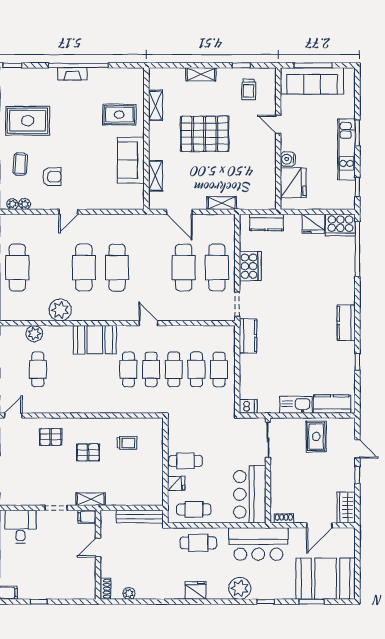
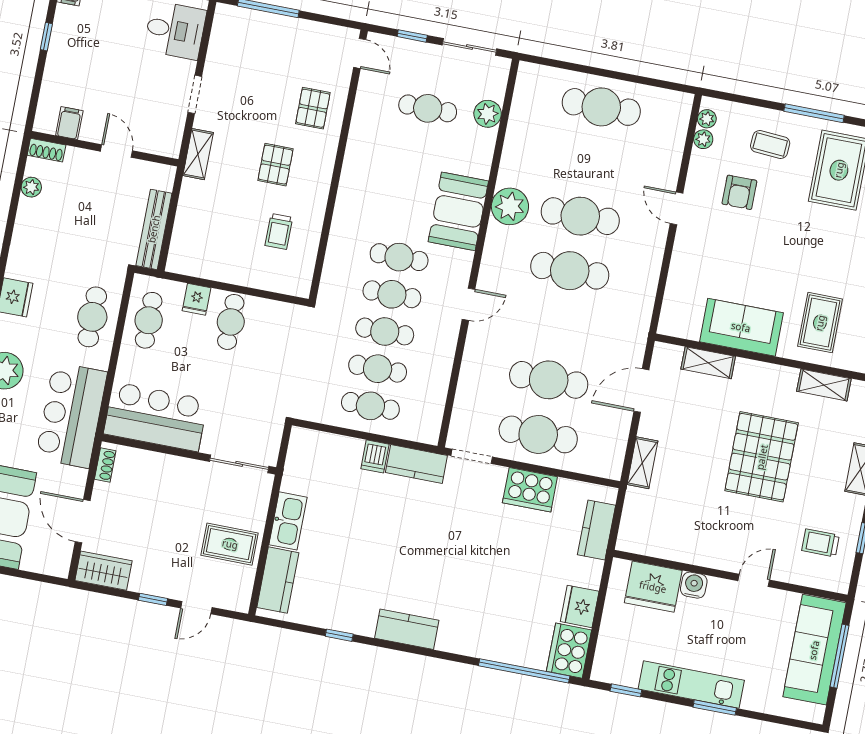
plant: (60, 310) -> (510, 206), moved
dishwasher: (248, 406) -> (375, 456), moved
filing cabinet: (87, 517) -> (69, 123), moved

